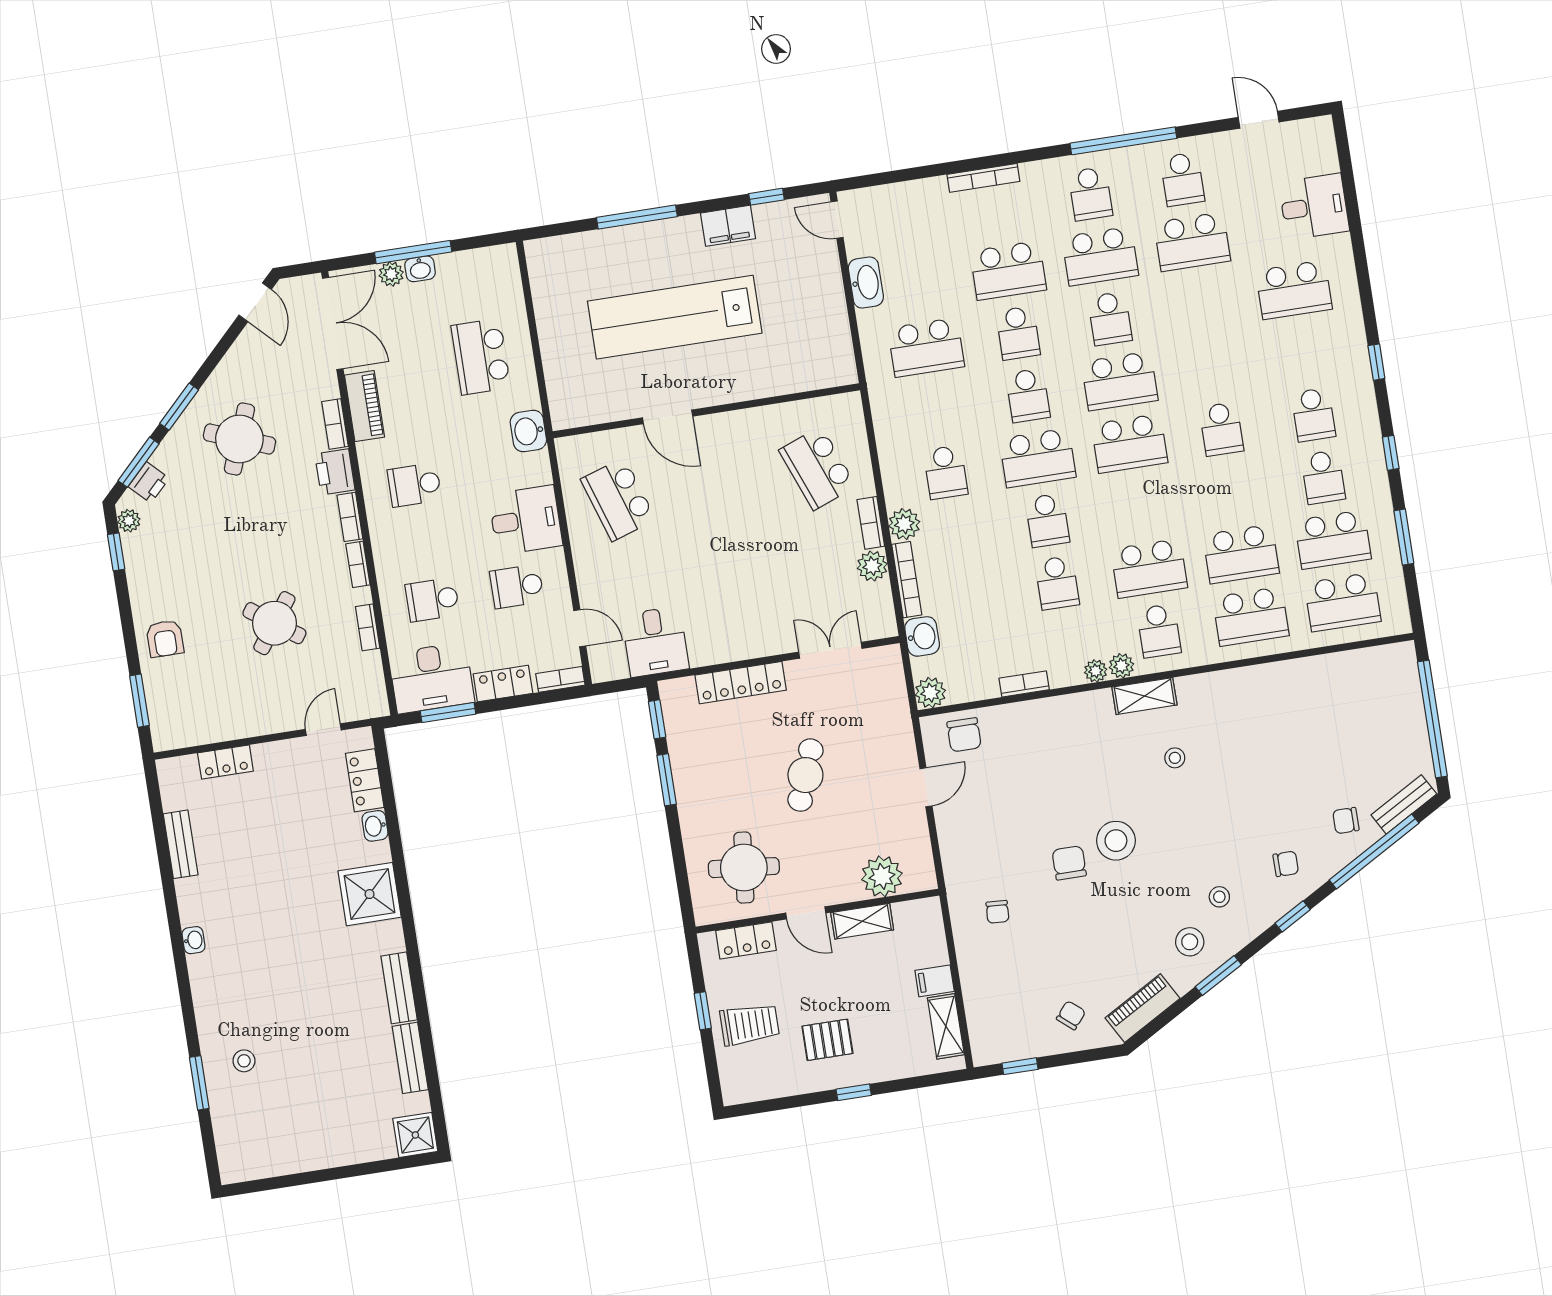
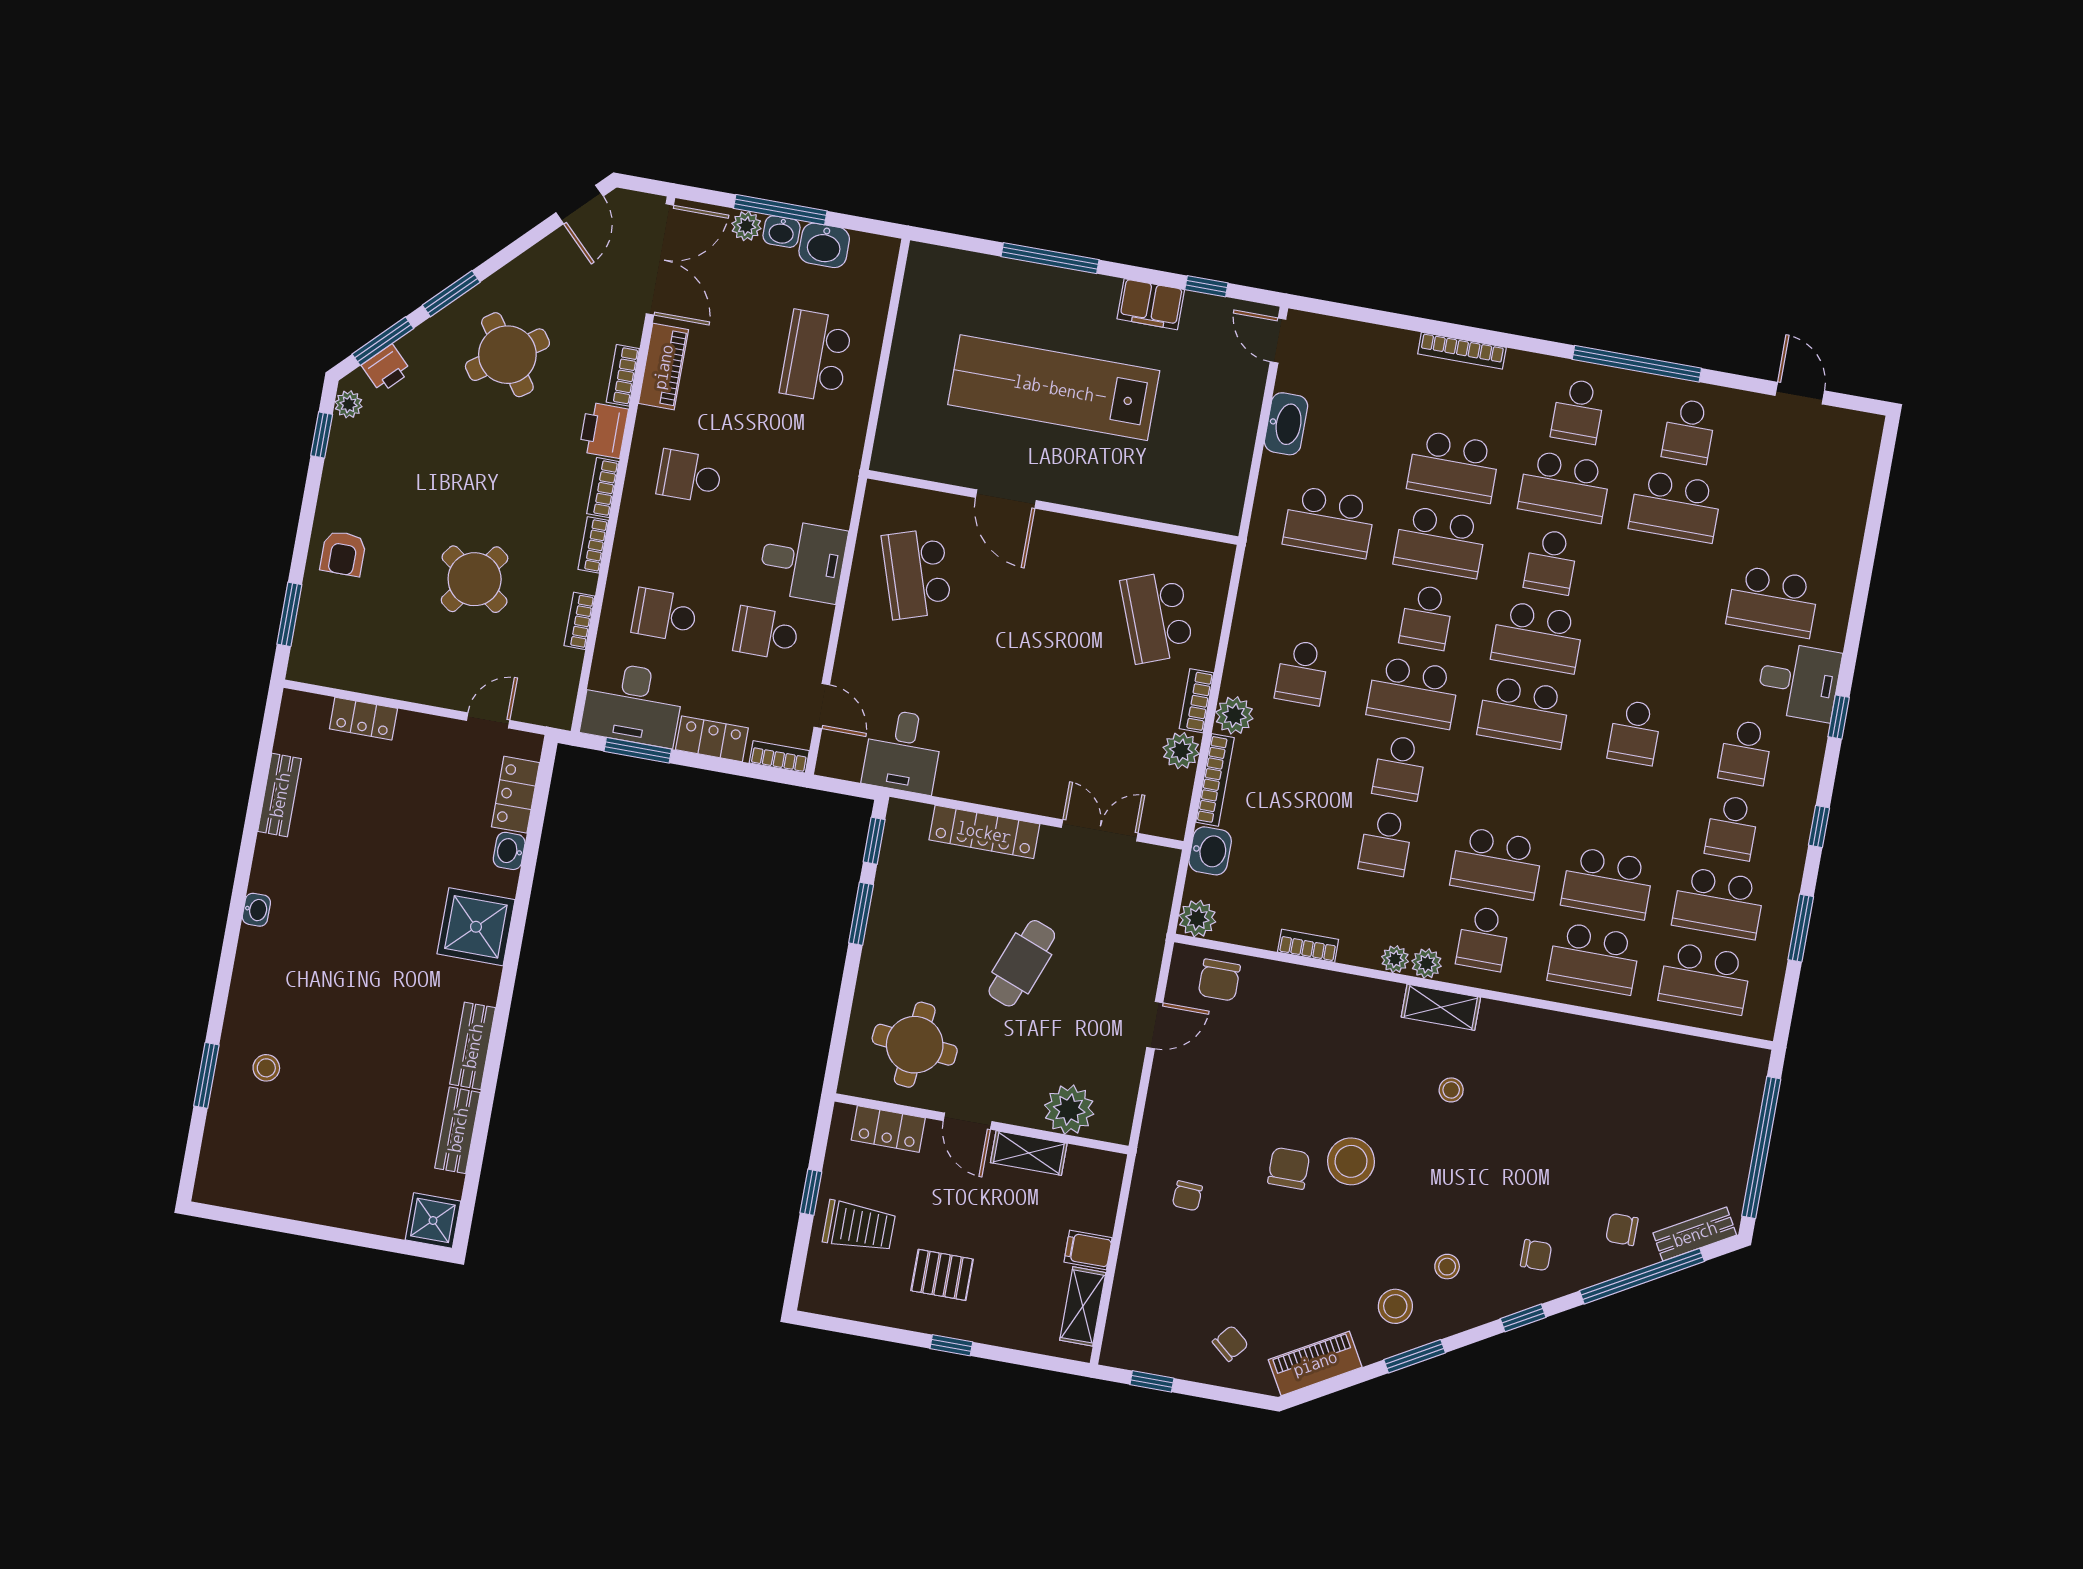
desk: (1314, 207) -> (1799, 682), moved
school desk: (1018, 333) -> (1440, 542), width x1.85
washbasin: (528, 431) -> (824, 245), moved, turned -90
round table: (239, 439) -> (507, 355), turned 34

